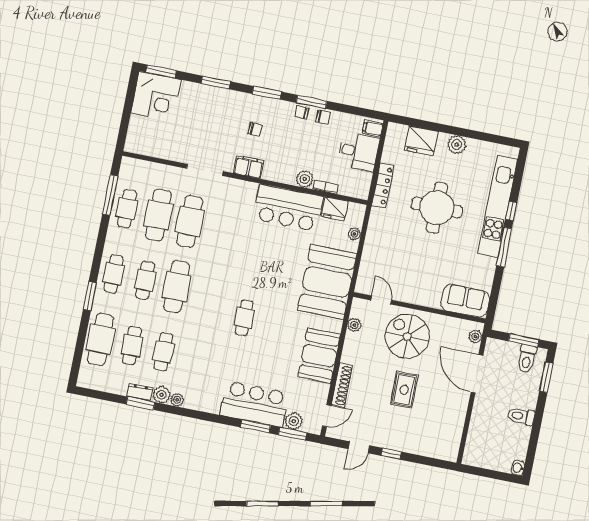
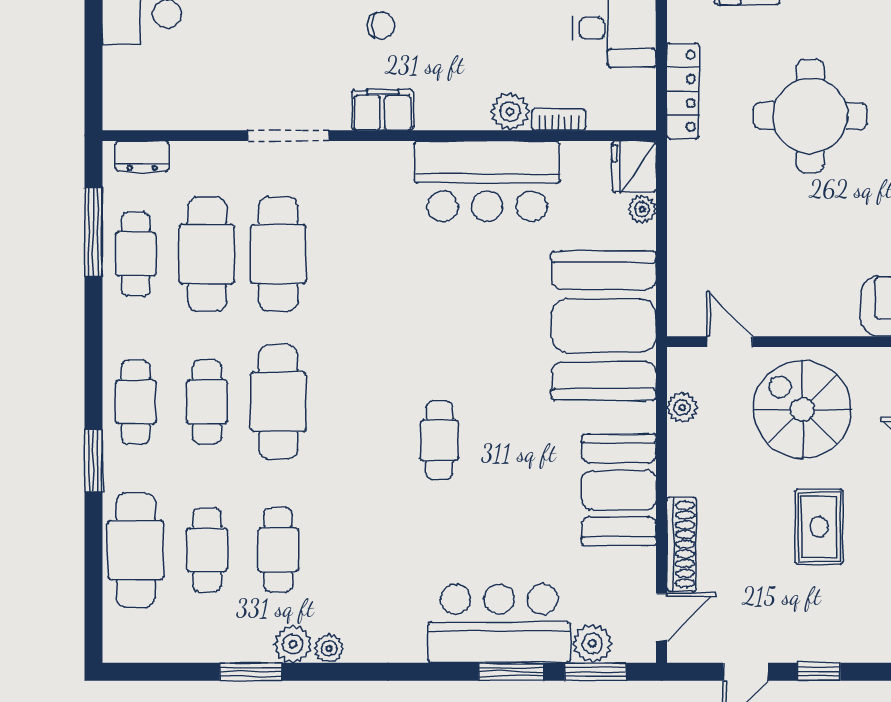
fridge: (335, 209) -> (634, 167), moved, turned 90
dresser: (140, 392) -> (142, 156), moved, turned 180

